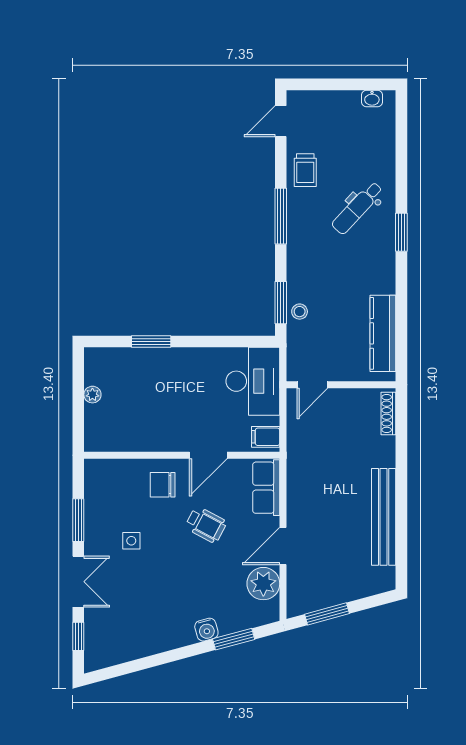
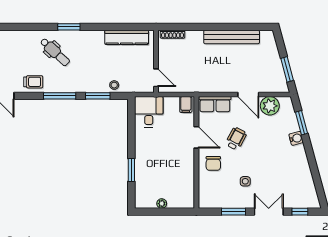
window: (281, 303) -> (98, 96), moved
desk: (253, 381) -> (149, 112), width x0.73

